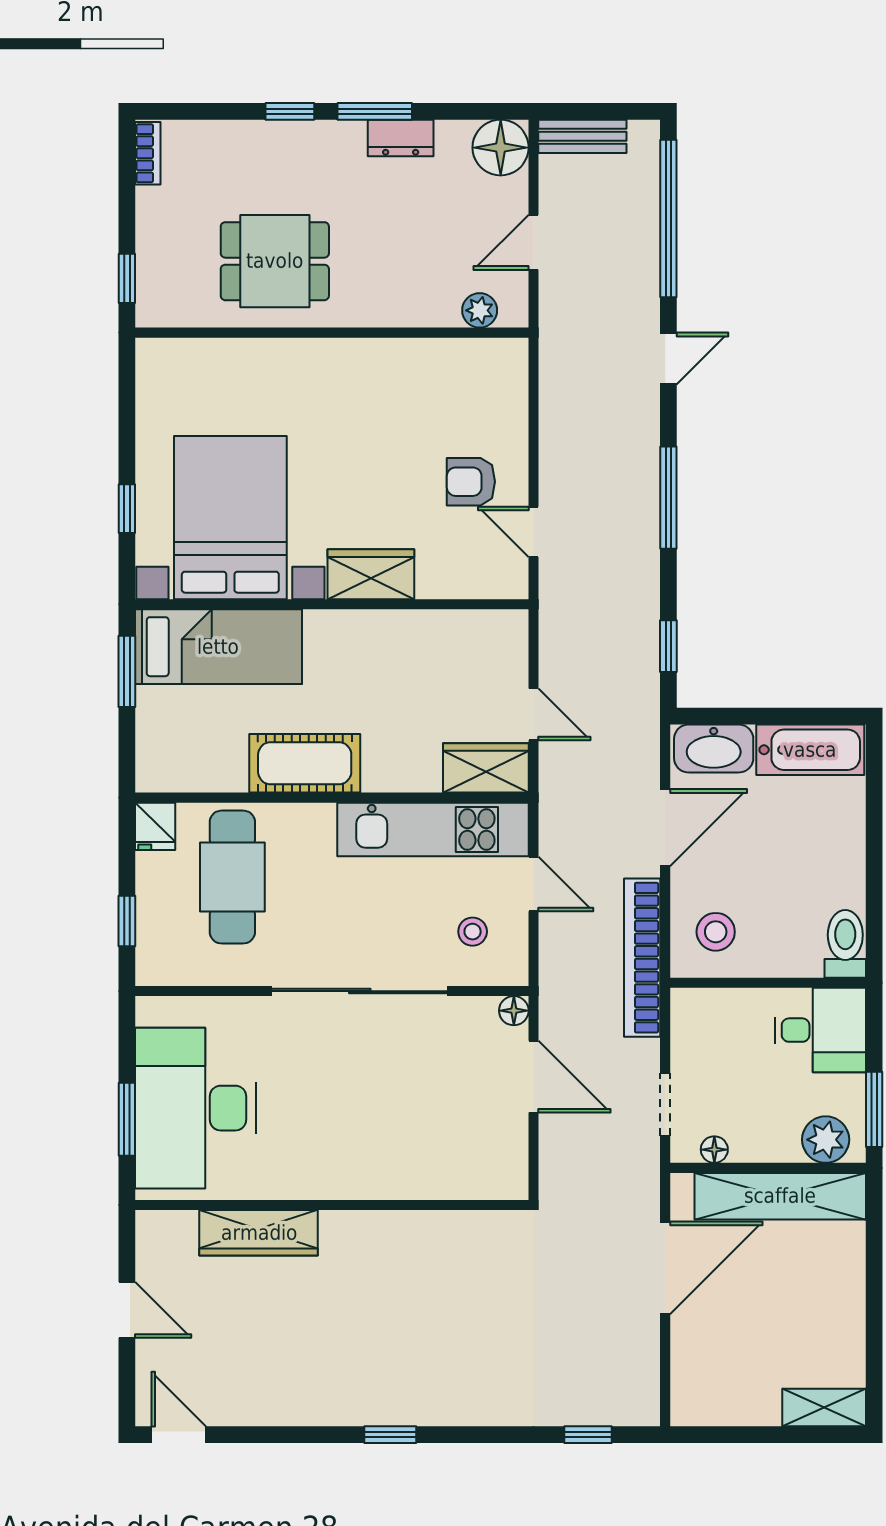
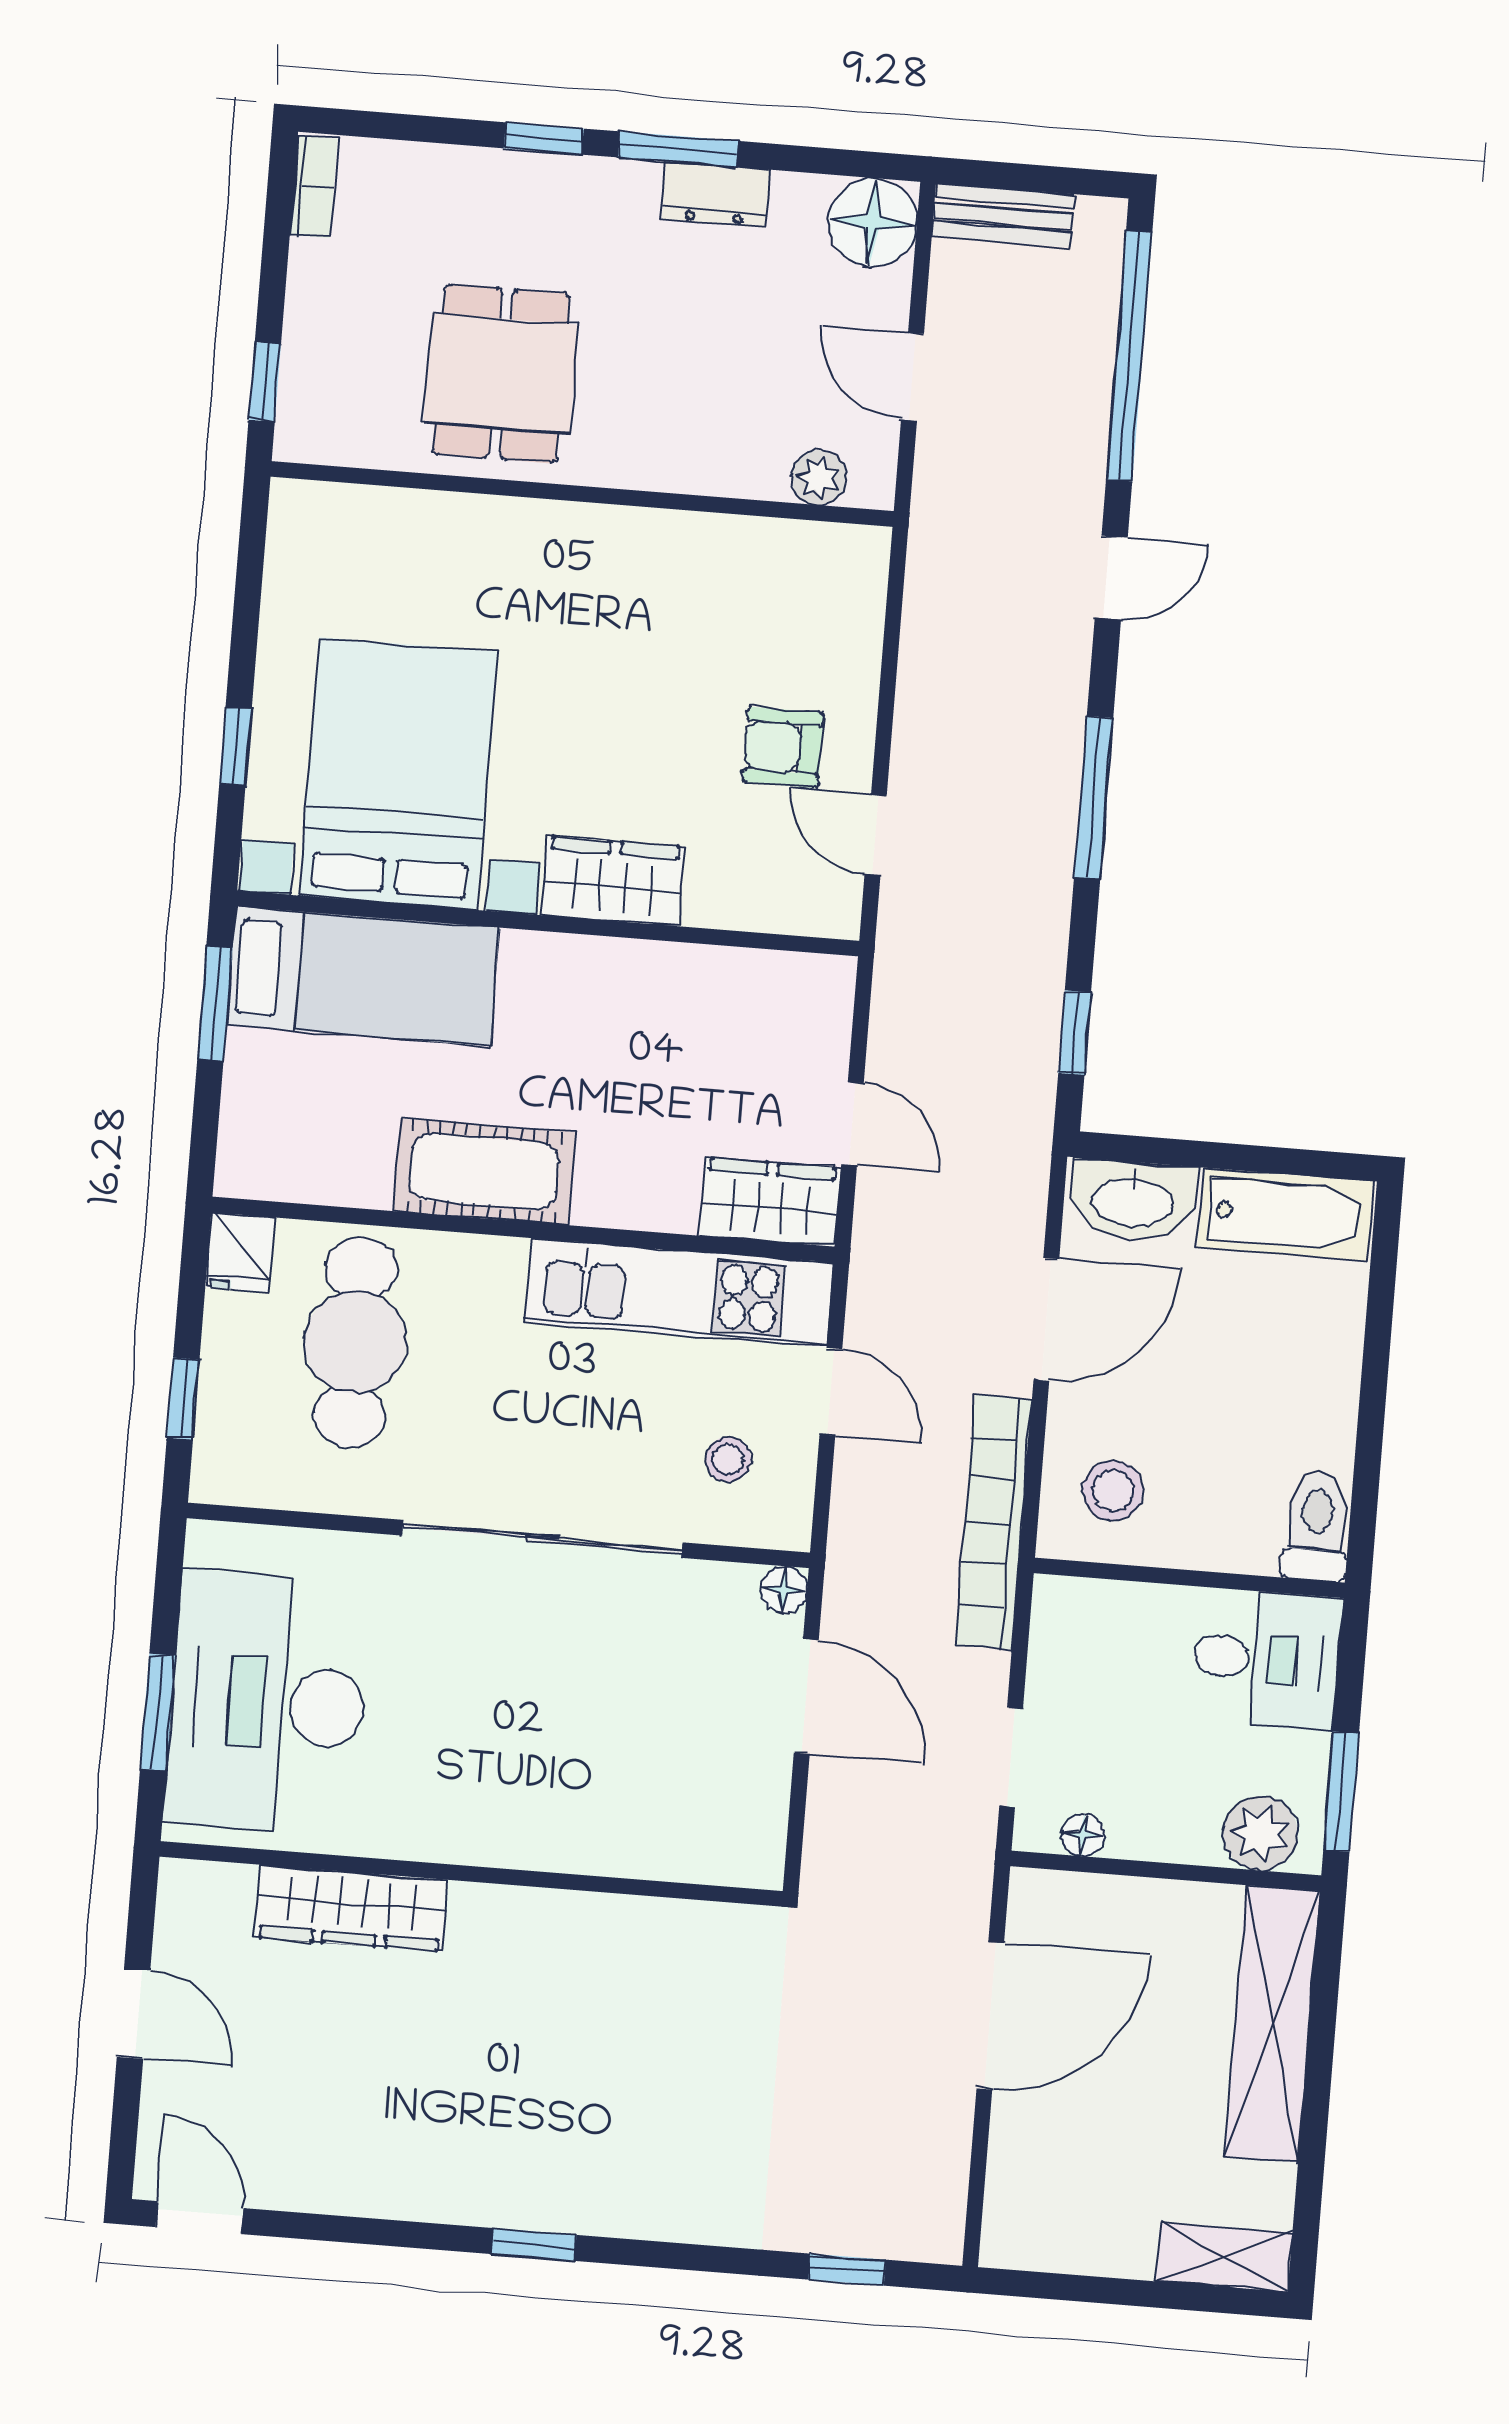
door: (533, 242) -> (913, 377), hinge flipped
dining table: (275, 261) -> (501, 374), turned 90
shelving: (780, 1196) -> (1272, 2024), moved, turned 90

